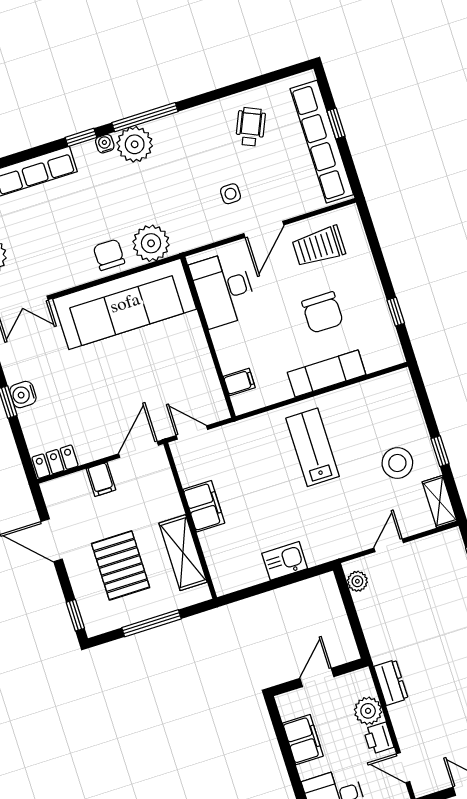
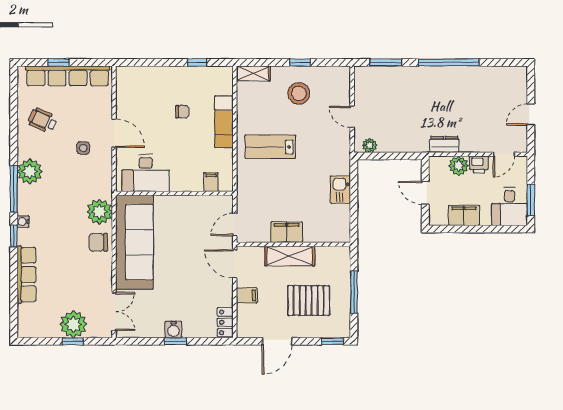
plant: (135, 144) -> (30, 171), moved
trolley: (319, 246) -> (137, 100), removed
chair: (322, 312) -> (182, 112), width x0.54, depth x0.54
shelving: (440, 502) -> (253, 73), moved
shelving: (183, 553) -> (290, 256), moved

